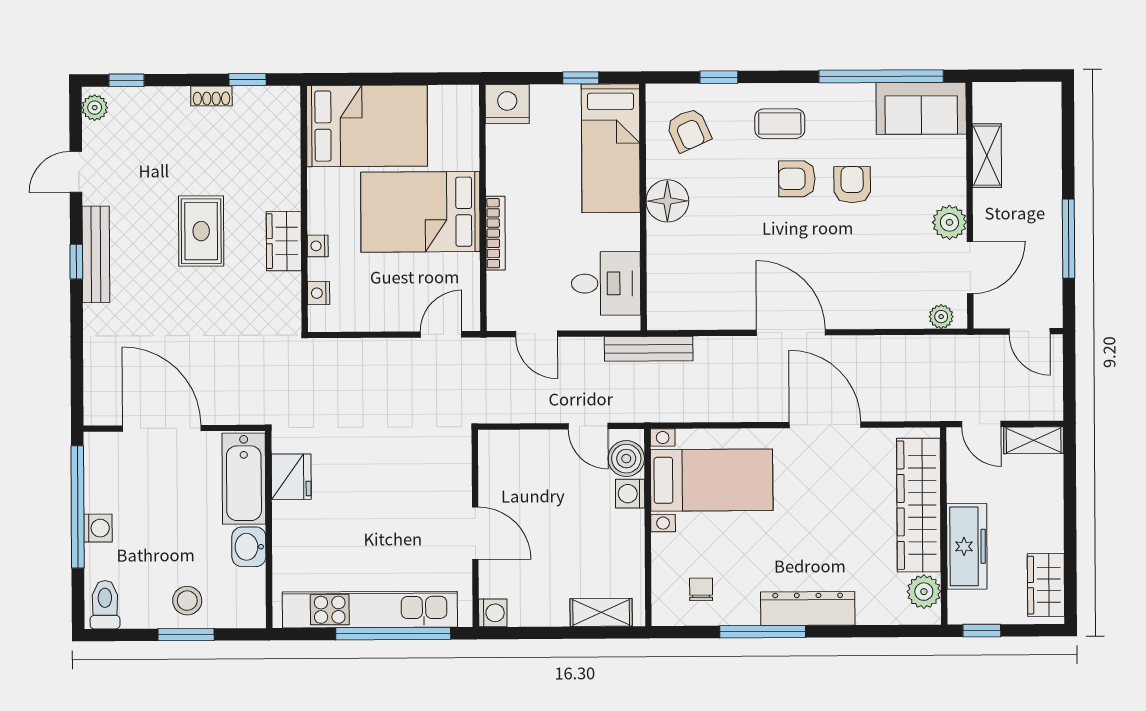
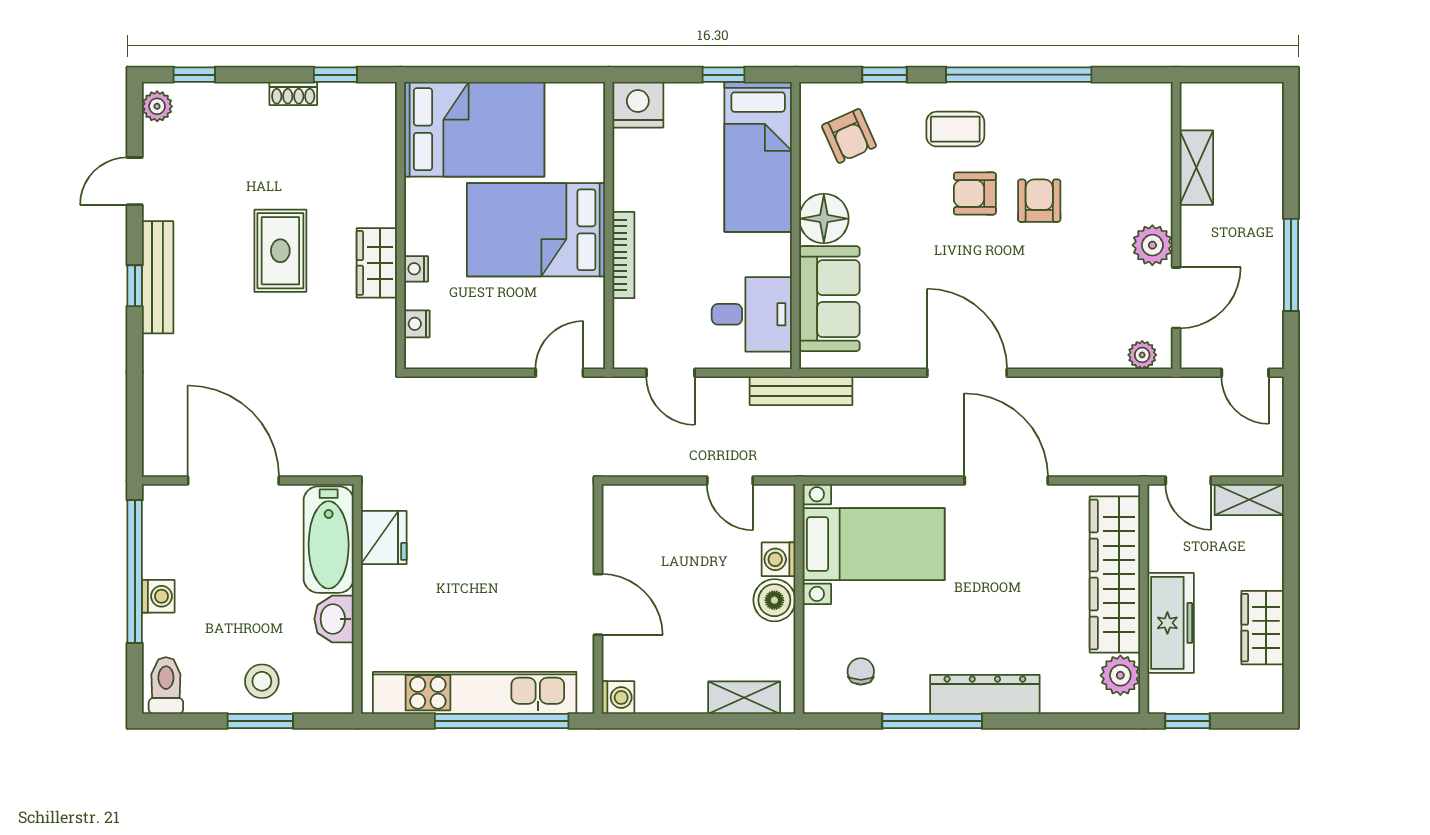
window: (881, 76) -> (1019, 75), moved
sofa: (921, 108) -> (829, 299), moved, turned -90
boiler: (626, 459) -> (774, 600), moved
wardrobe: (1046, 585) -> (1263, 628), moved

